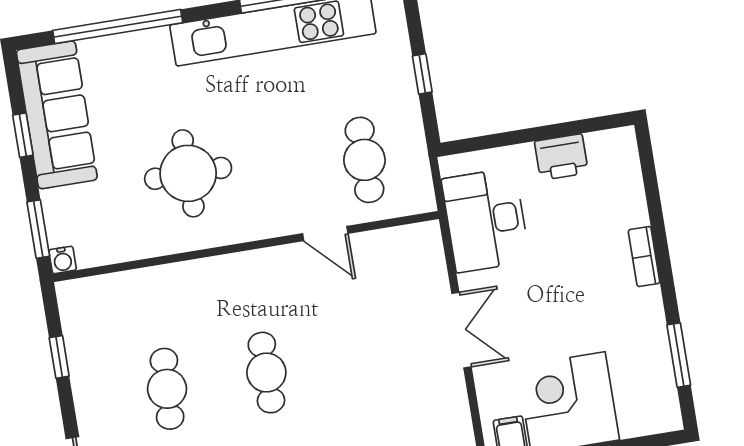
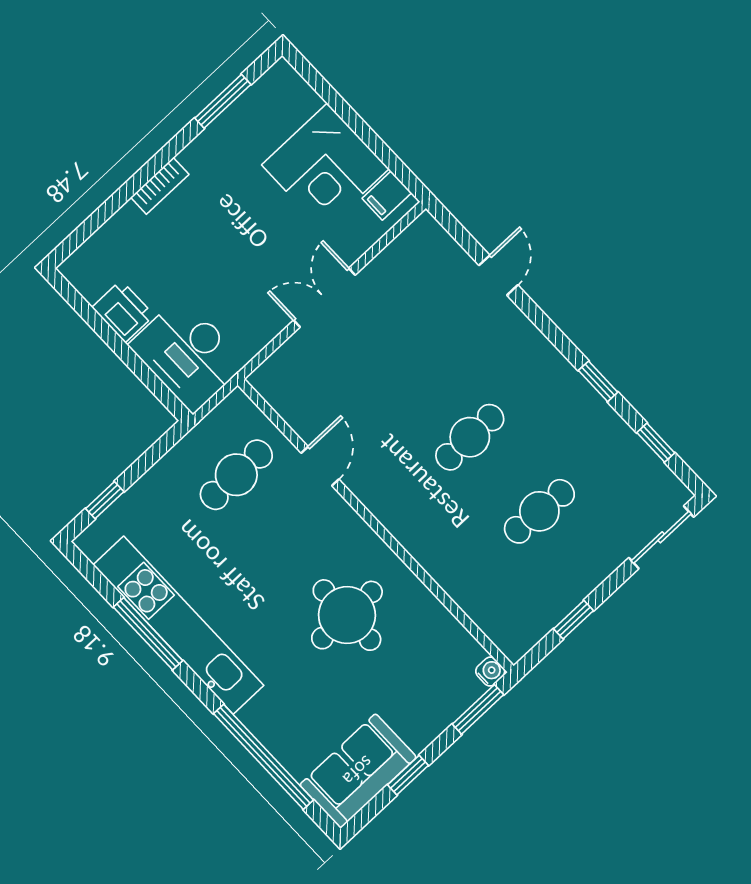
window: (422, 74) -> (105, 500), moved
sofa: (57, 115) -> (358, 771), width x0.73
desk: (486, 220) -> (188, 354), moved, turned 90

